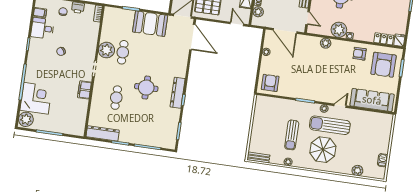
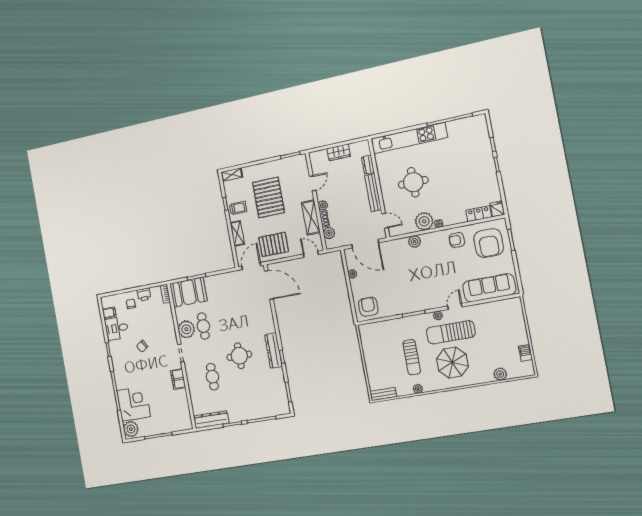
booth: (150, 24) -> (188, 292), moved

